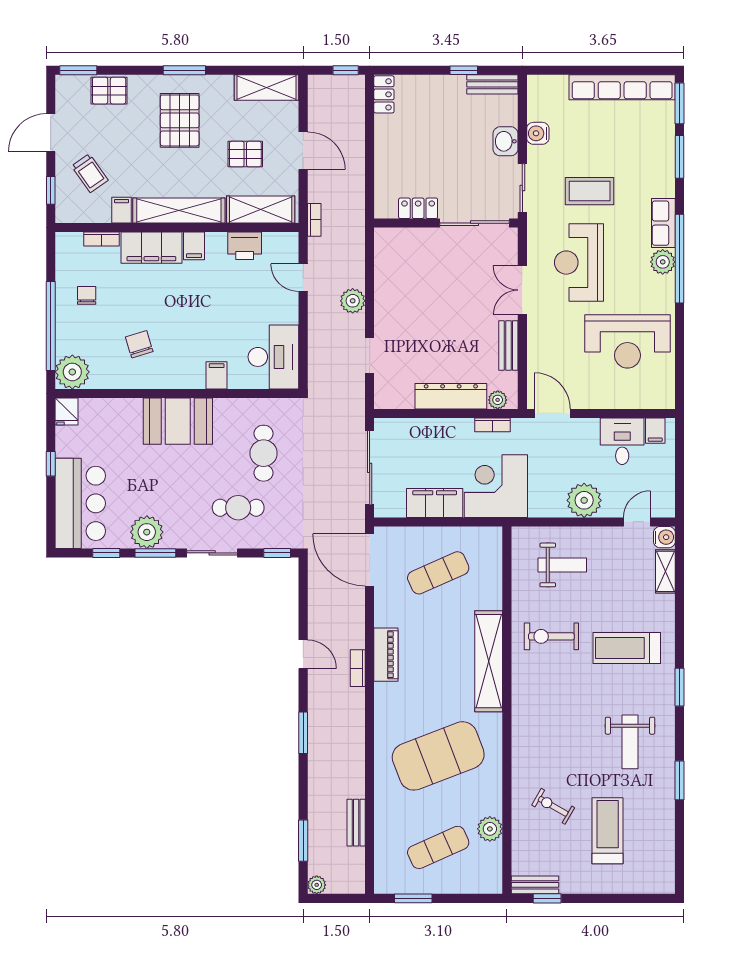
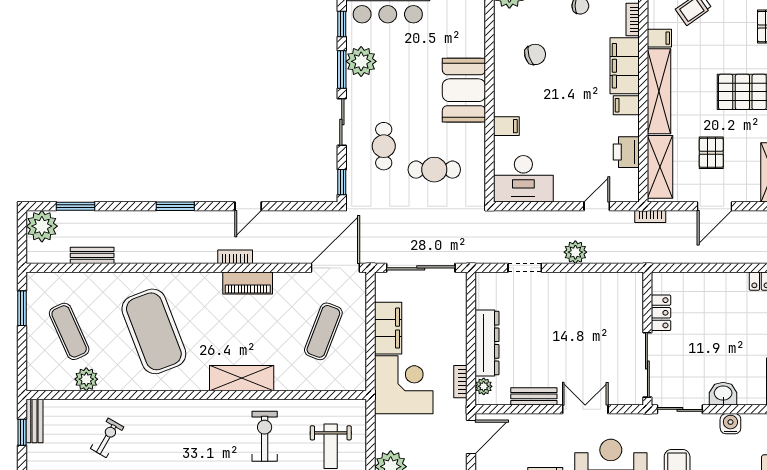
exercise mat: (438, 573) -> (323, 331), turned 45
shelving: (489, 661) -> (242, 378), width x0.68
plant: (317, 885) -> (42, 226), width x1.87, depth x1.87

